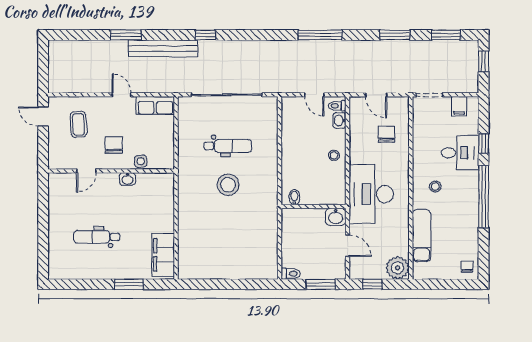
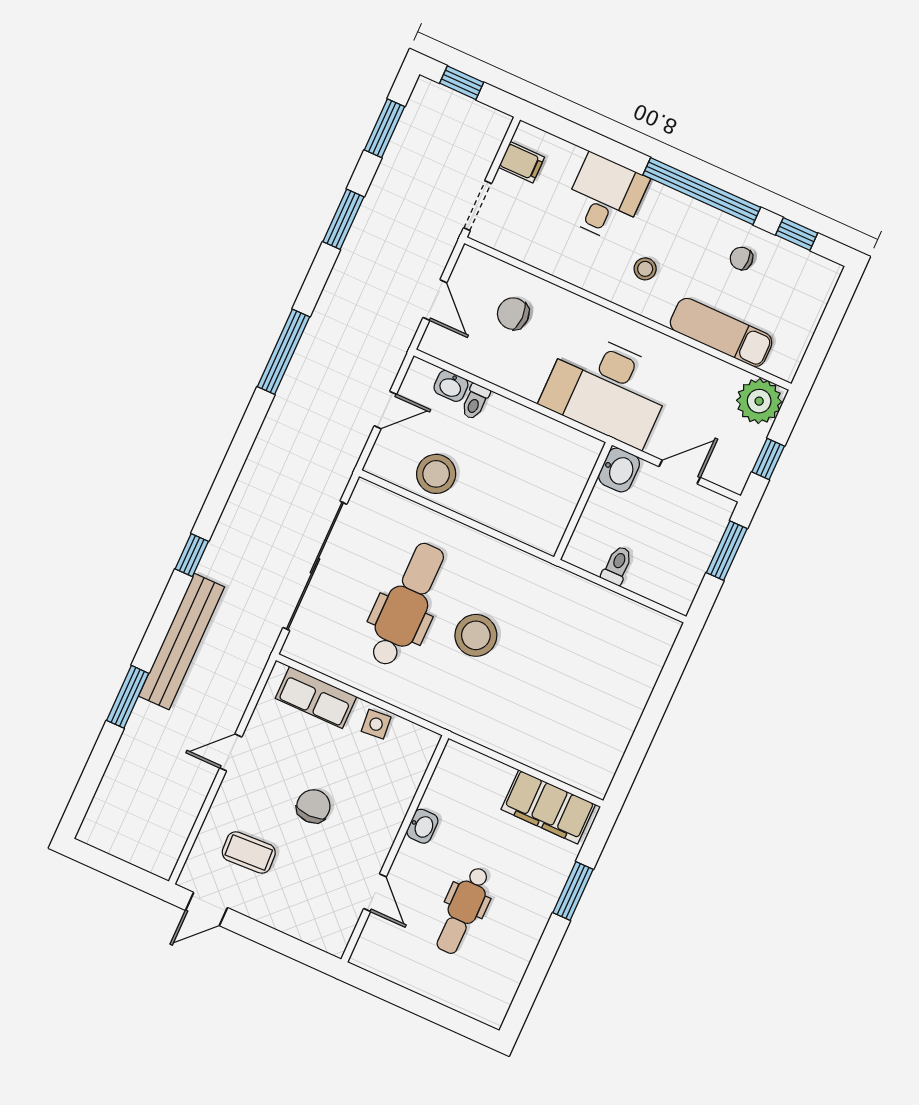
door: (376, 95) -> (435, 300), hinge flipped
row of seats: (155, 106) -> (316, 697), moved, turned 90
toilet: (337, 106) -> (475, 402), moved
window: (484, 143) -> (797, 234), moved
chair: (114, 145) -> (313, 806), turned 90
dental chair: (228, 146) -> (407, 605), width x1.36, depth x1.38
stool: (334, 155) -> (436, 474), moved, width x1.89, depth x1.89
side table: (141, 161) -> (376, 724), moved
door: (86, 171) -> (375, 893), moved
wall: (111, 171) -> (395, 849), moved
washbasin: (127, 179) -> (422, 826), moved
bidet: (294, 197) -> (551, 528), removed
chair: (467, 267) -> (741, 258), moved
toilet: (291, 274) -> (617, 565), moved

